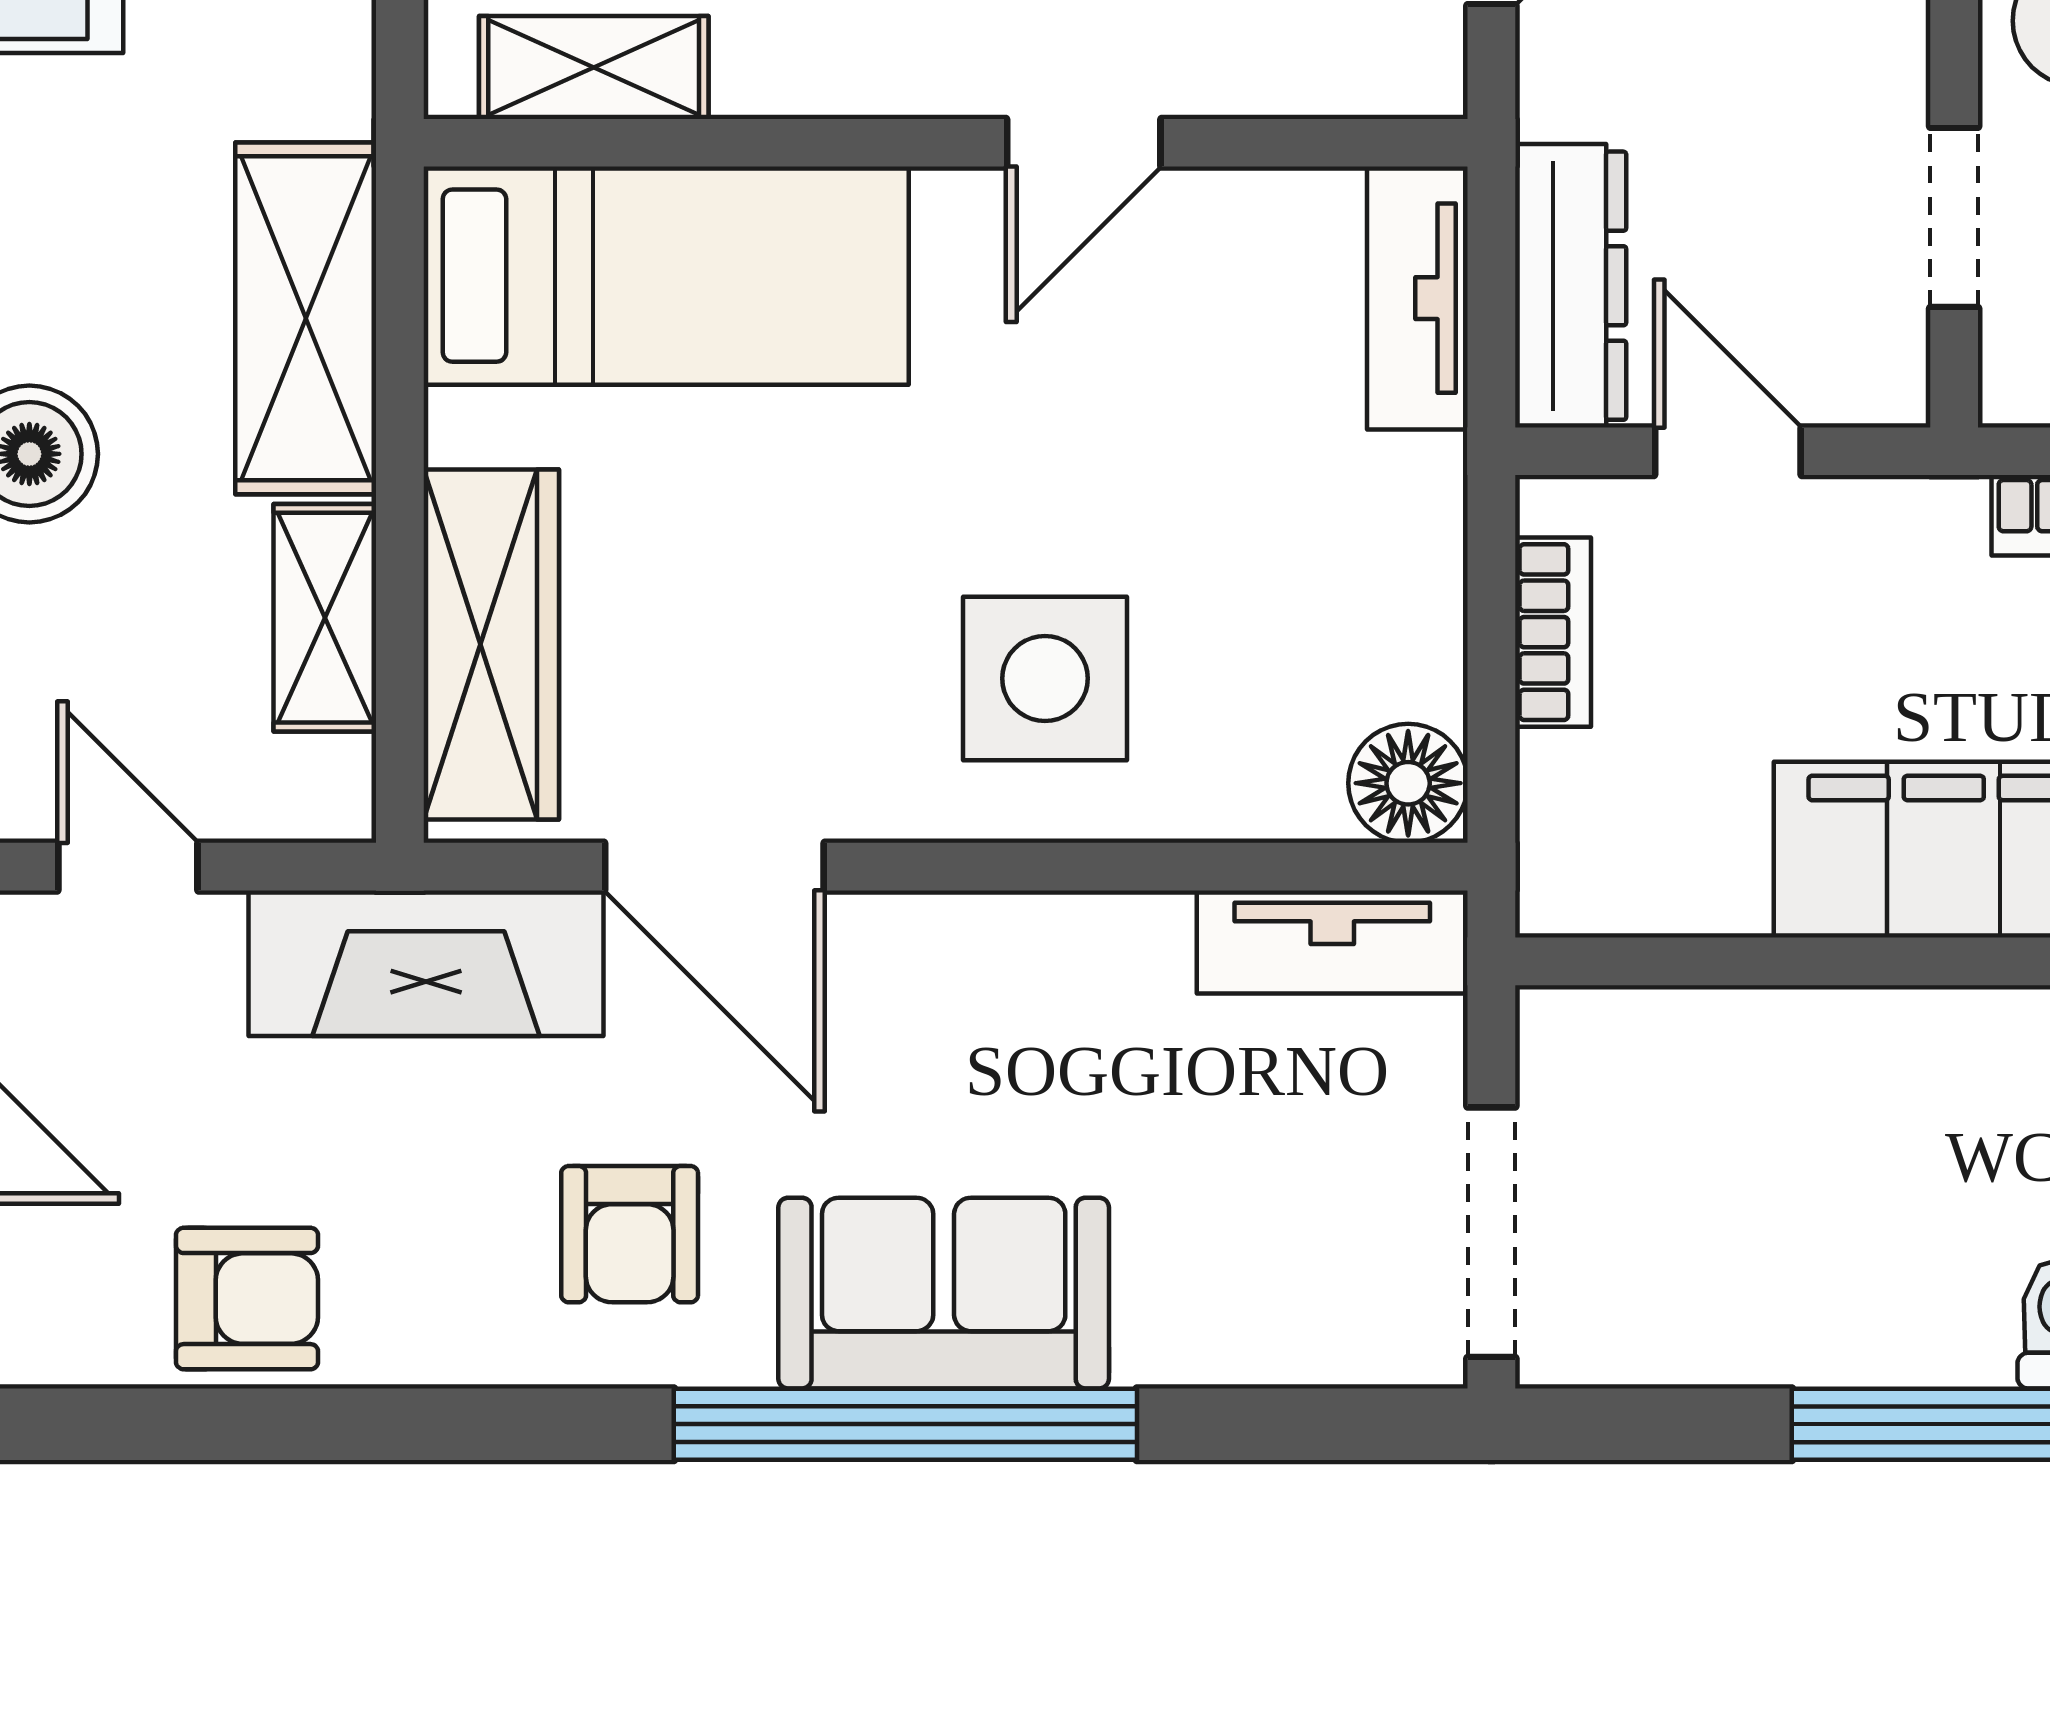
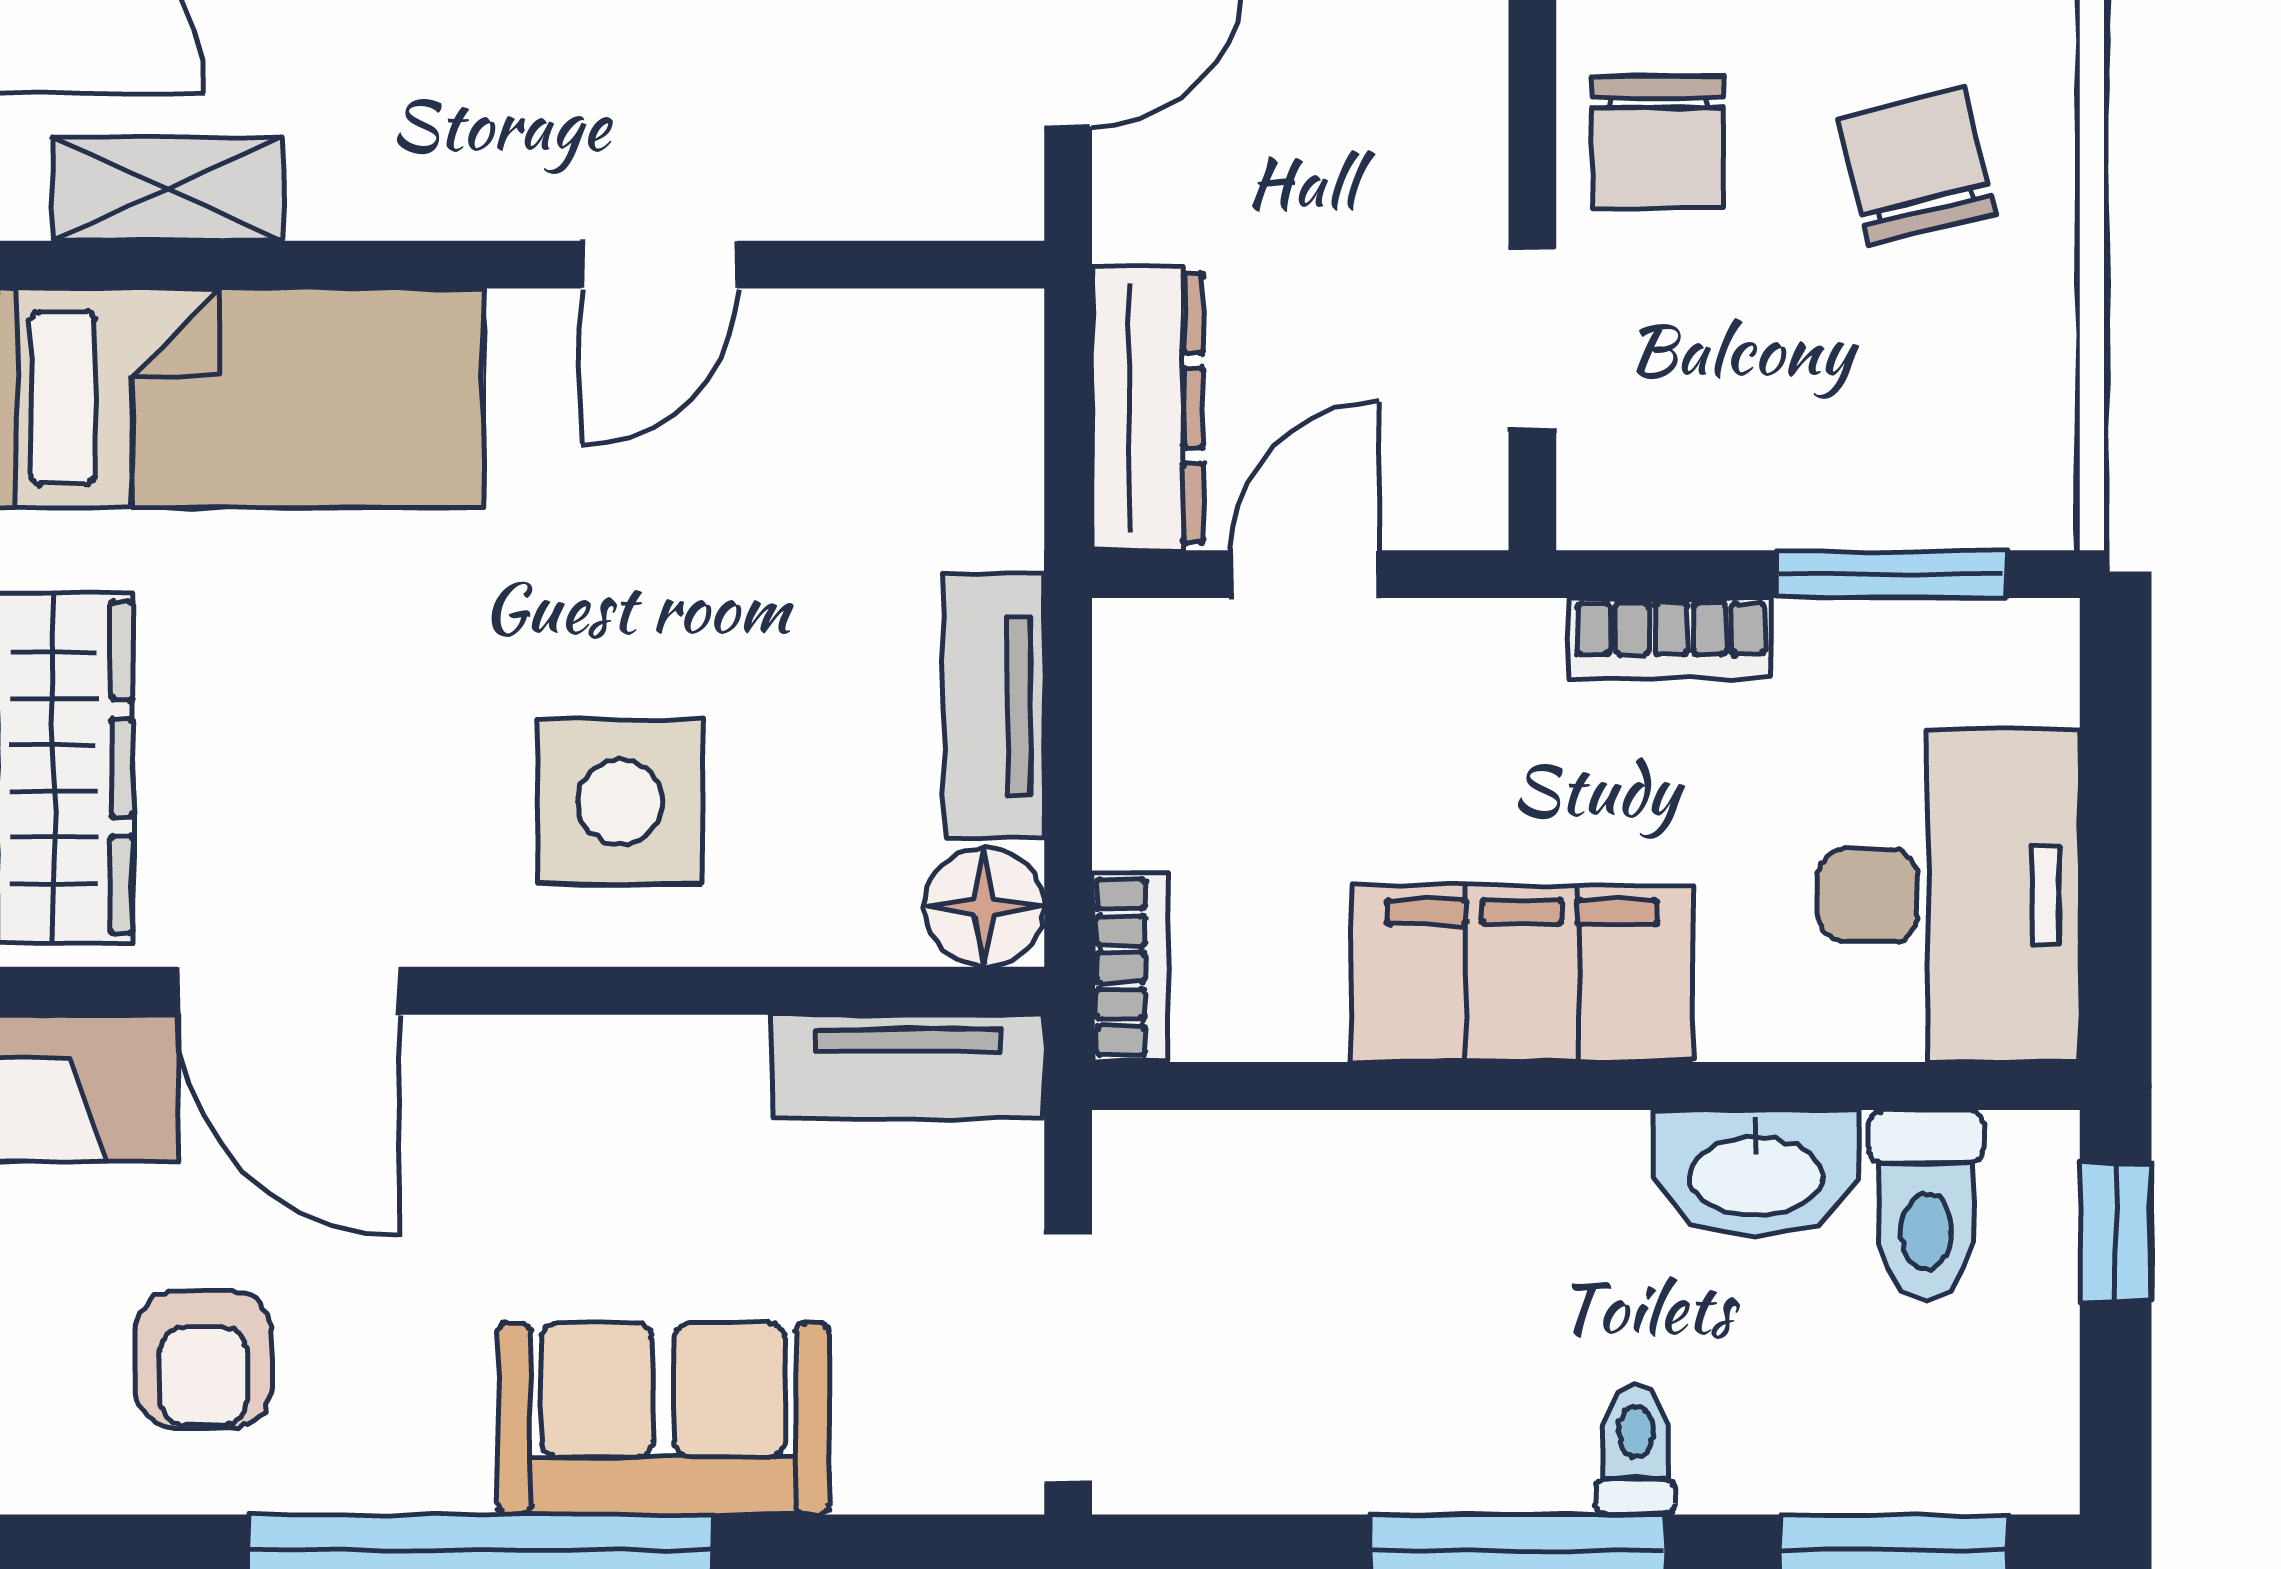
tv unit: (1417, 298) -> (994, 706), moved
door: (1728, 451) -> (1305, 574), hinge flipped
bookcase: (1553, 632) -> (1130, 967), moved
sofa: (944, 1293) -> (663, 1419), moved

